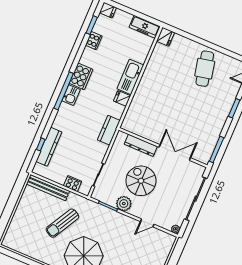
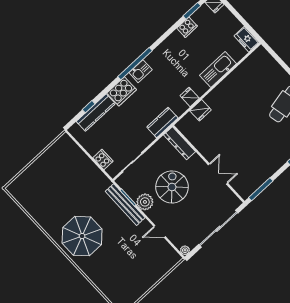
freezer: (145, 27) -> (247, 39), width x0.71
fridge: (166, 37) -> (200, 110), moved
cooker: (81, 76) -> (122, 91), moved
kitchen sink: (130, 77) -> (218, 69), moved
dresser: (141, 145) -> (180, 143), moved
double door: (175, 153) -> (218, 174), width x0.73
bench: (48, 188) -> (125, 205), moved
sun lounger: (62, 223) -> (75, 194), removed

